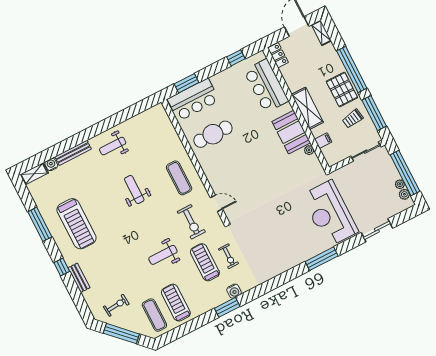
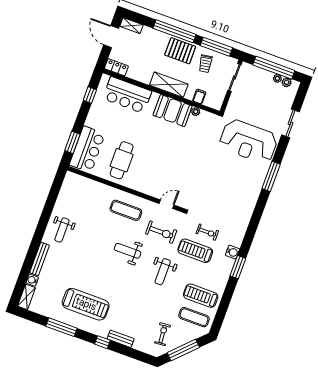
weight bench: (134, 190) -> (128, 251), moved

